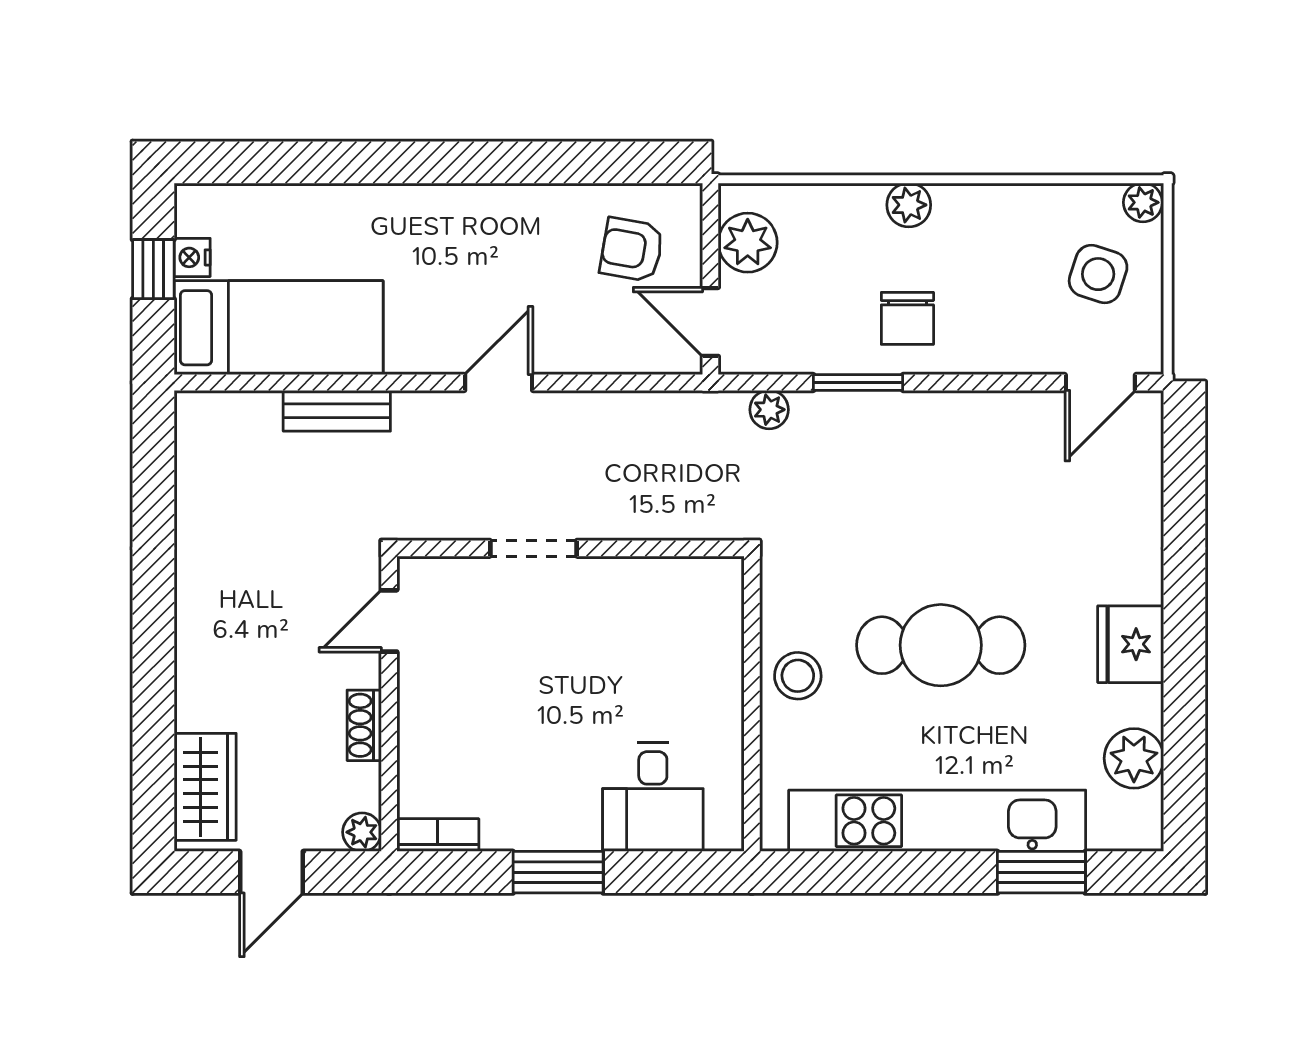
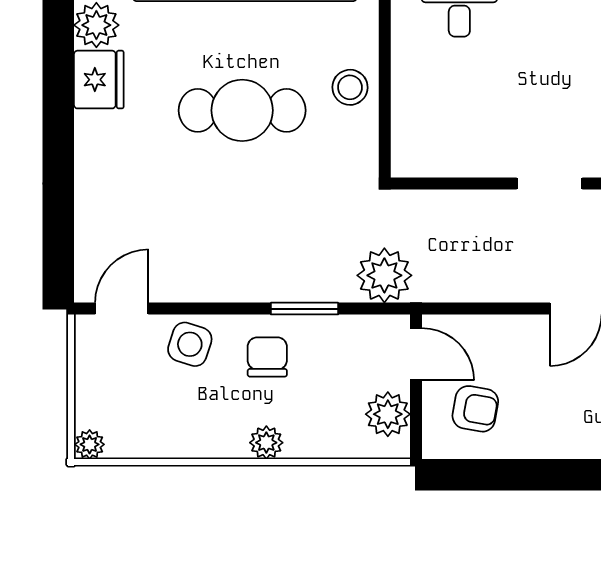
side table: (1098, 274) -> (190, 344), moved
plant: (769, 410) -> (384, 275), width x1.87, depth x1.87
fridge: (1131, 644) -> (99, 80), moved

